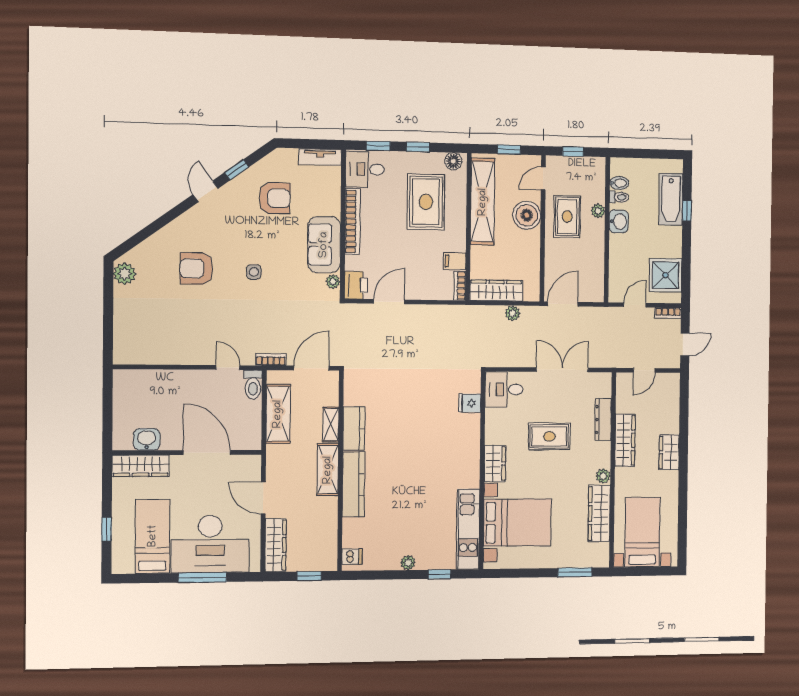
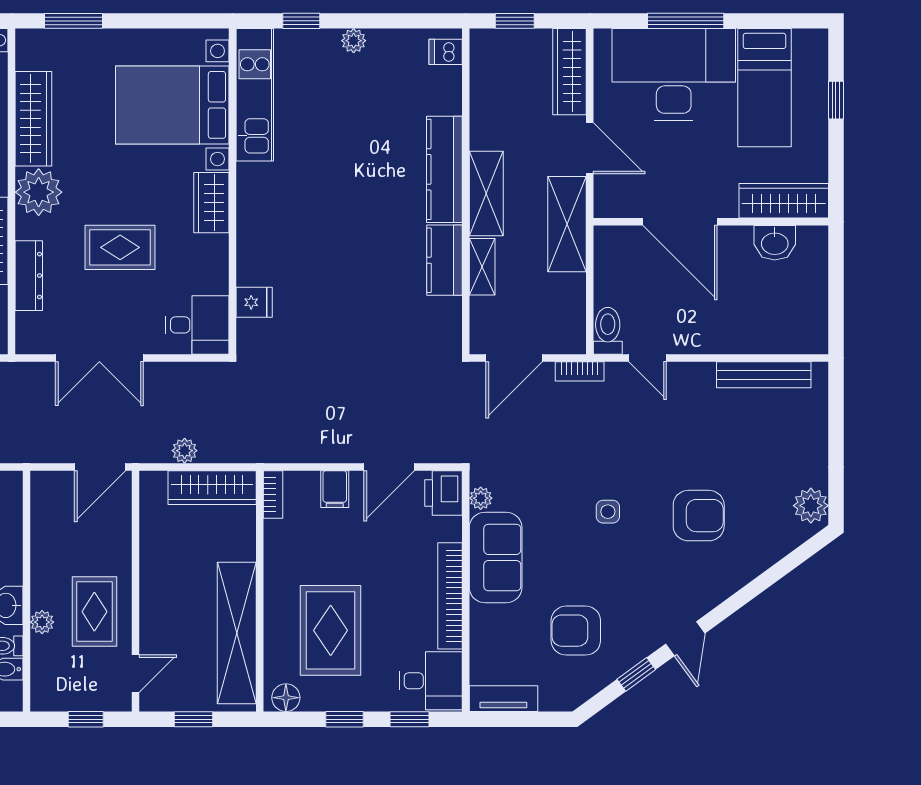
boiler: (527, 215) -> (163, 612), removed
filing cabinet: (455, 261) -> (335, 489), moved, turned 90
bench: (154, 356) -> (764, 375), added
shelving: (278, 414) -> (567, 224), moved
plant: (603, 476) -> (39, 192), width x1.87, depth x1.87

